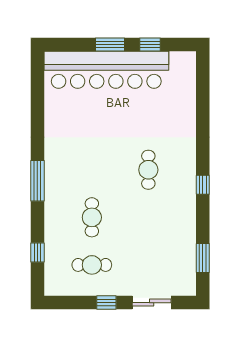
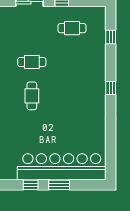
window: (37, 181) -> (111, 88), width x0.46
cafe table: (92, 217) -> (32, 62), moved, turned 90

